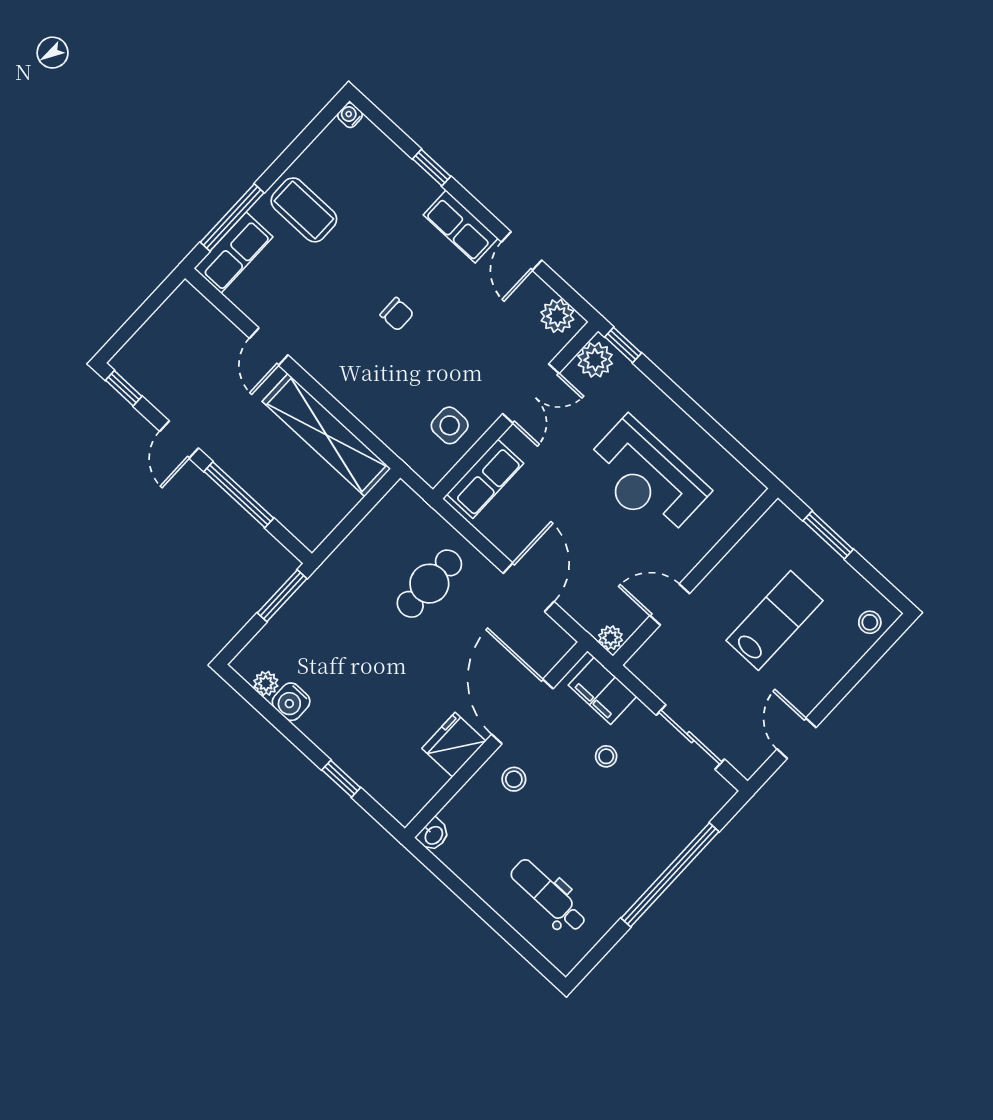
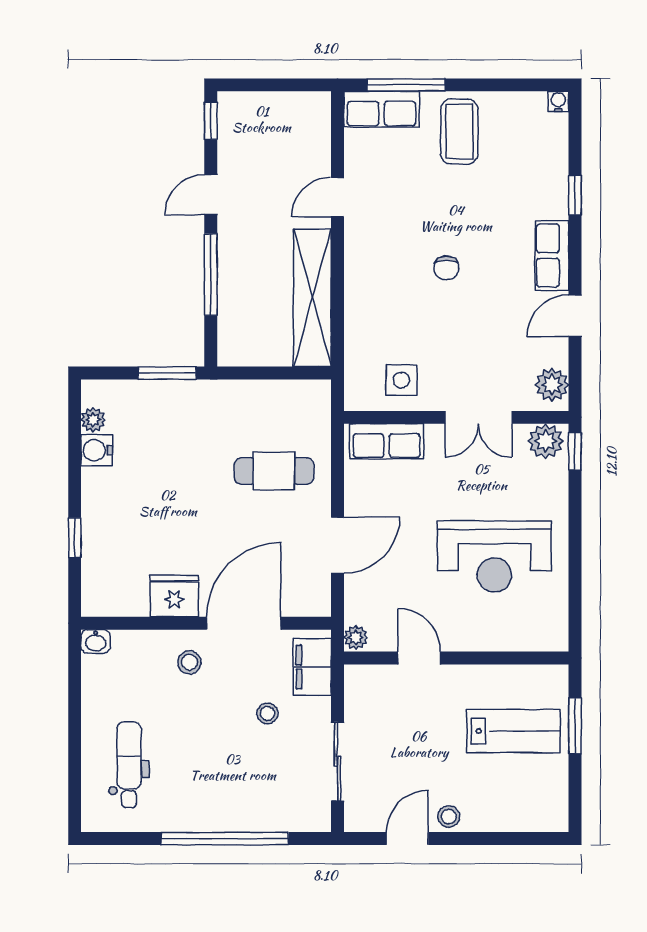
reception desk: (646, 478) -> (494, 556), turned -90
lab bench: (774, 620) -> (513, 731), moved
stool: (870, 622) -> (449, 816), moved

